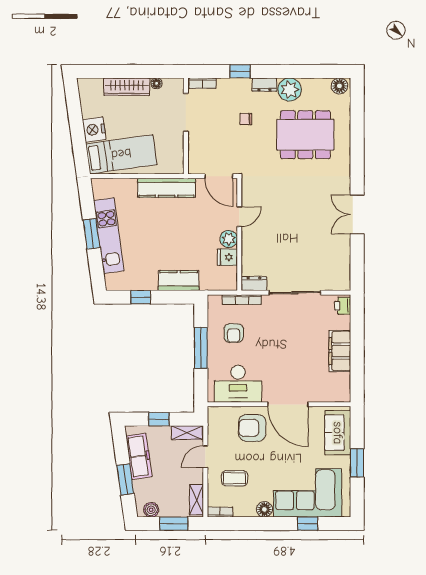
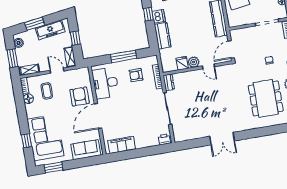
double door: (357, 215) -> (222, 139), swing flipped
dishwasher: (147, 281) -> (159, 16), added
filing cabinet: (340, 351) -> (122, 145), moved
window: (357, 463) -> (54, 167), moved
floor lamp: (264, 509) -> (28, 99), moved

